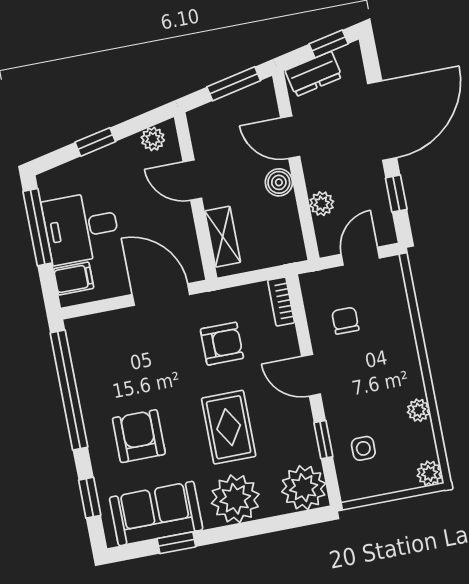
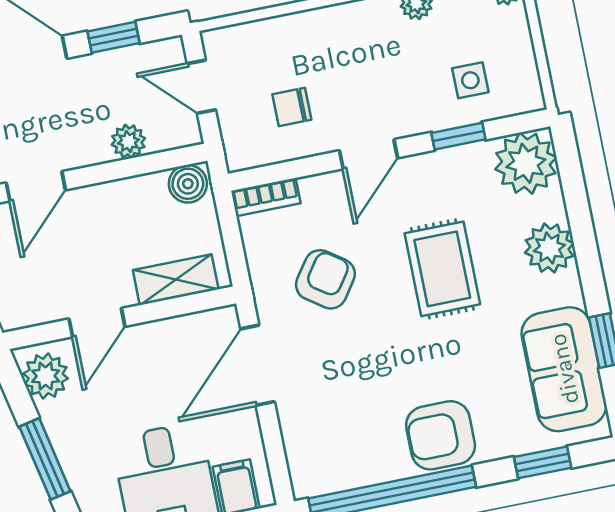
plant: (153, 139) -> (46, 376), width x1.38, depth x1.38
window: (95, 142) -> (45, 459), width x1.50
boiler: (279, 182) -> (188, 184), moved
armchair: (222, 344) -> (325, 279), turned 35
rug: (229, 427) -> (442, 269), turned 90
armchair: (139, 436) -> (441, 435), moved
plant: (235, 499) -> (549, 248), width x0.73, depth x0.73

